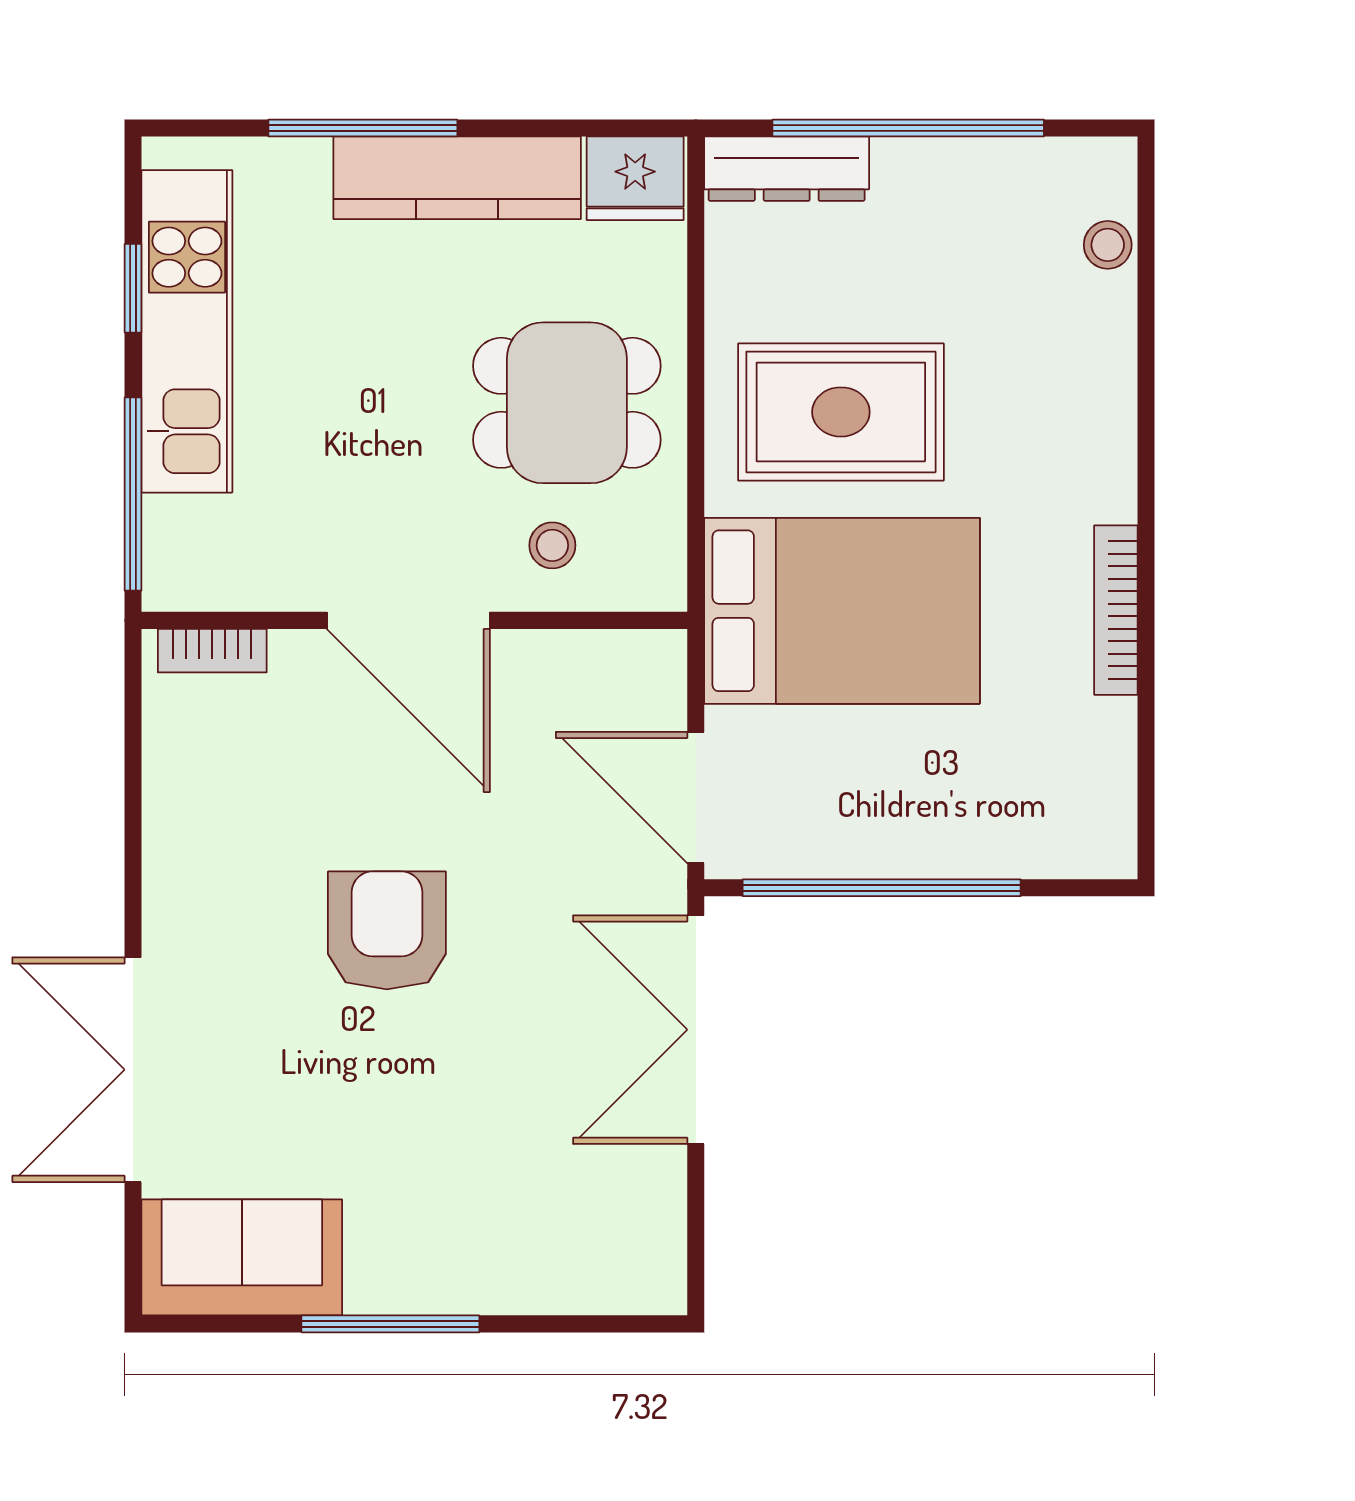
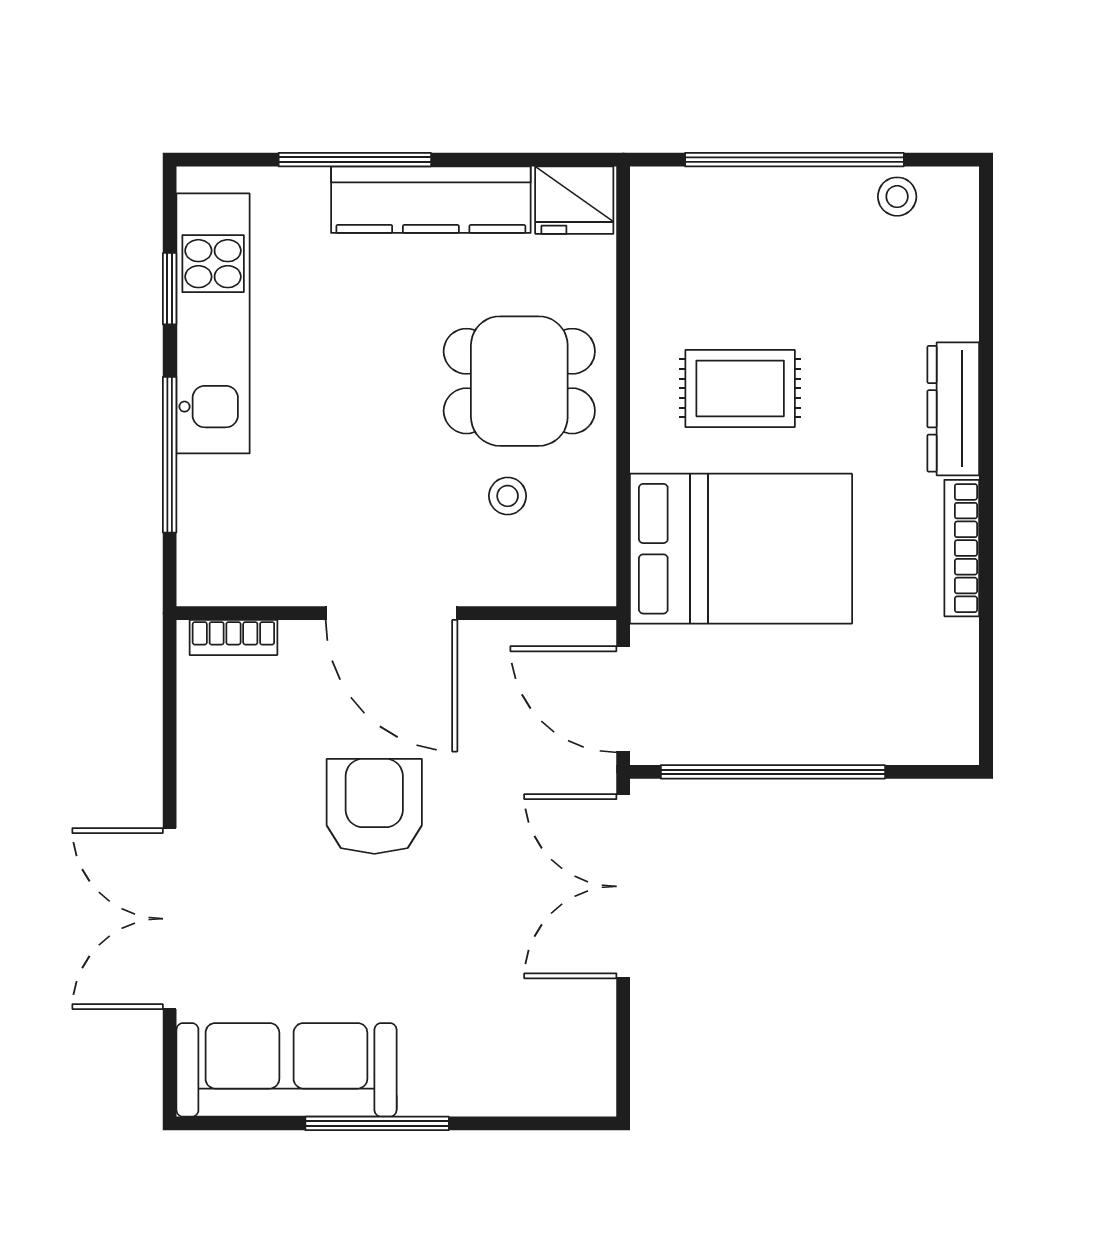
dresser: (787, 169) -> (953, 409), moved, turned 90
stool: (1108, 245) -> (897, 197), moved
rug: (841, 412) -> (740, 388), width x0.73, depth x0.70
door: (408, 620) -> (392, 613), moved
wall: (414, 620) -> (396, 613), moved
bookcase: (212, 651) -> (233, 638), moved
sofa: (242, 1257) -> (286, 1070), width x1.36

